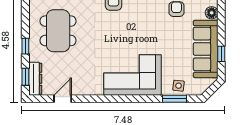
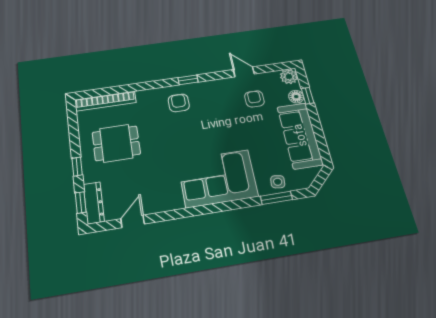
dining table: (58, 31) -> (116, 143), width x0.73
window: (221, 54) -> (308, 96), moved

